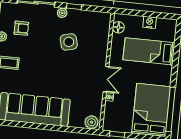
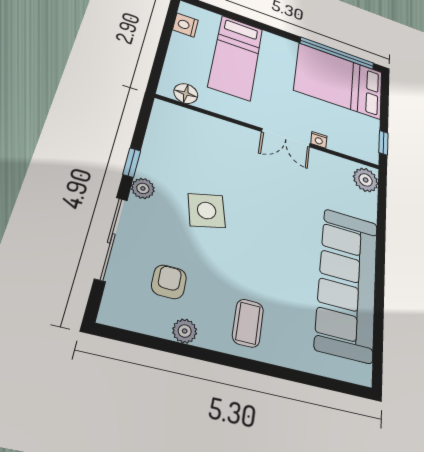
nightstand: (150, 22) -> (185, 25), moved
side table: (69, 42) -> (207, 211), moved
double door: (106, 79) -> (286, 138), swing flipped

